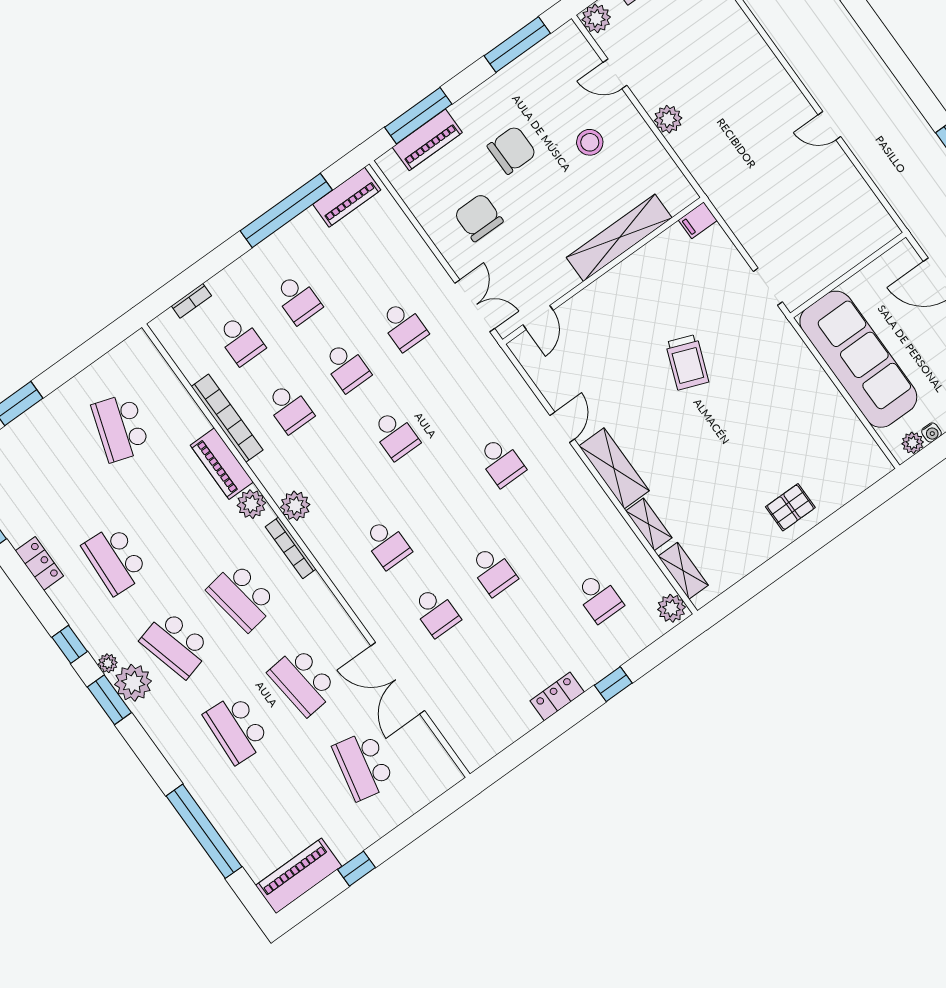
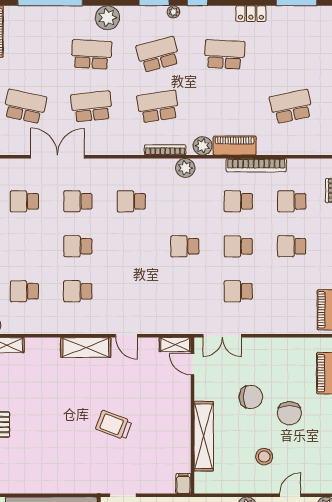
chair: (479, 217) -> (251, 397), moved
school desk: (121, 428) -> (291, 106), turned -30
school desk: (501, 462) -> (78, 291), moved
shelving: (649, 524) -> (175, 345), moved
school desk: (485, 680) -> (24, 201), added
plant: (133, 683) -> (107, 18), moved

